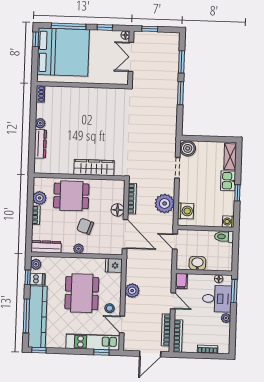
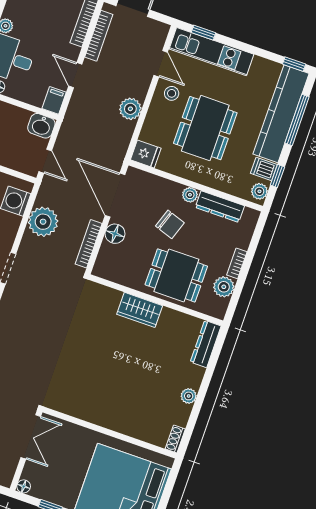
double door: (131, 57) -> (31, 437), moved
dresser: (40, 144) -> (206, 344), moved
wardrobe: (94, 167) -> (140, 310), width x0.67
dresser: (46, 247) -> (220, 207), moved
washbasin: (197, 263) -> (41, 126), moved

